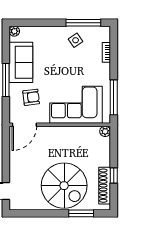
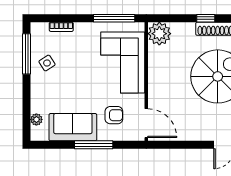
plant: (14, 31) -> (36, 119), moved
armchair: (31, 97) -> (114, 115), turned 97
plant: (105, 131) -> (159, 34), width x1.88, depth x1.88

